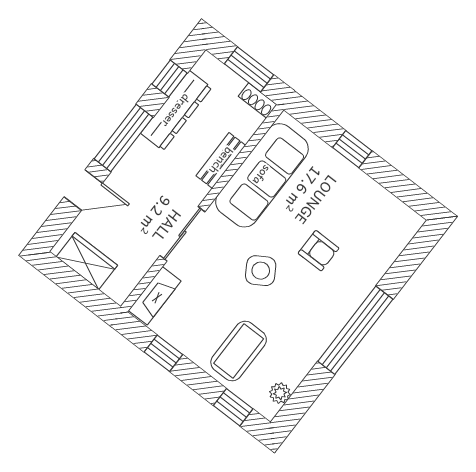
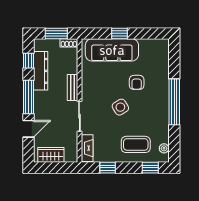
bench: (221, 161) -> (73, 87), moved
sofa: (262, 175) -> (112, 50), moved, turned 90
armchair: (318, 251) -> (137, 82), turned 90
coffee table: (239, 351) -> (136, 144), turned 90

